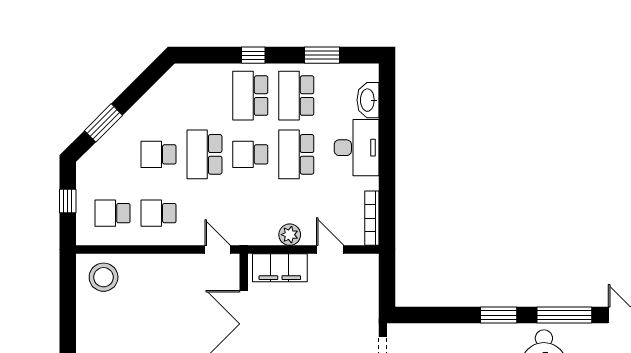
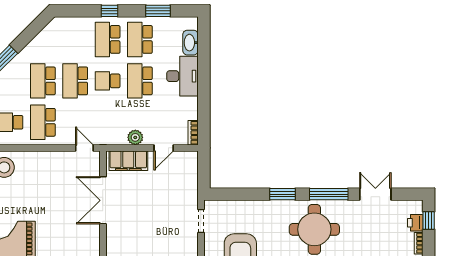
school desk: (158, 154) -> (43, 81), width x1.85
school desk: (158, 213) -> (43, 122), width x1.85
bookcase: (372, 218) -> (193, 133), width x0.64
door: (330, 250) -> (164, 148), swing flipped

